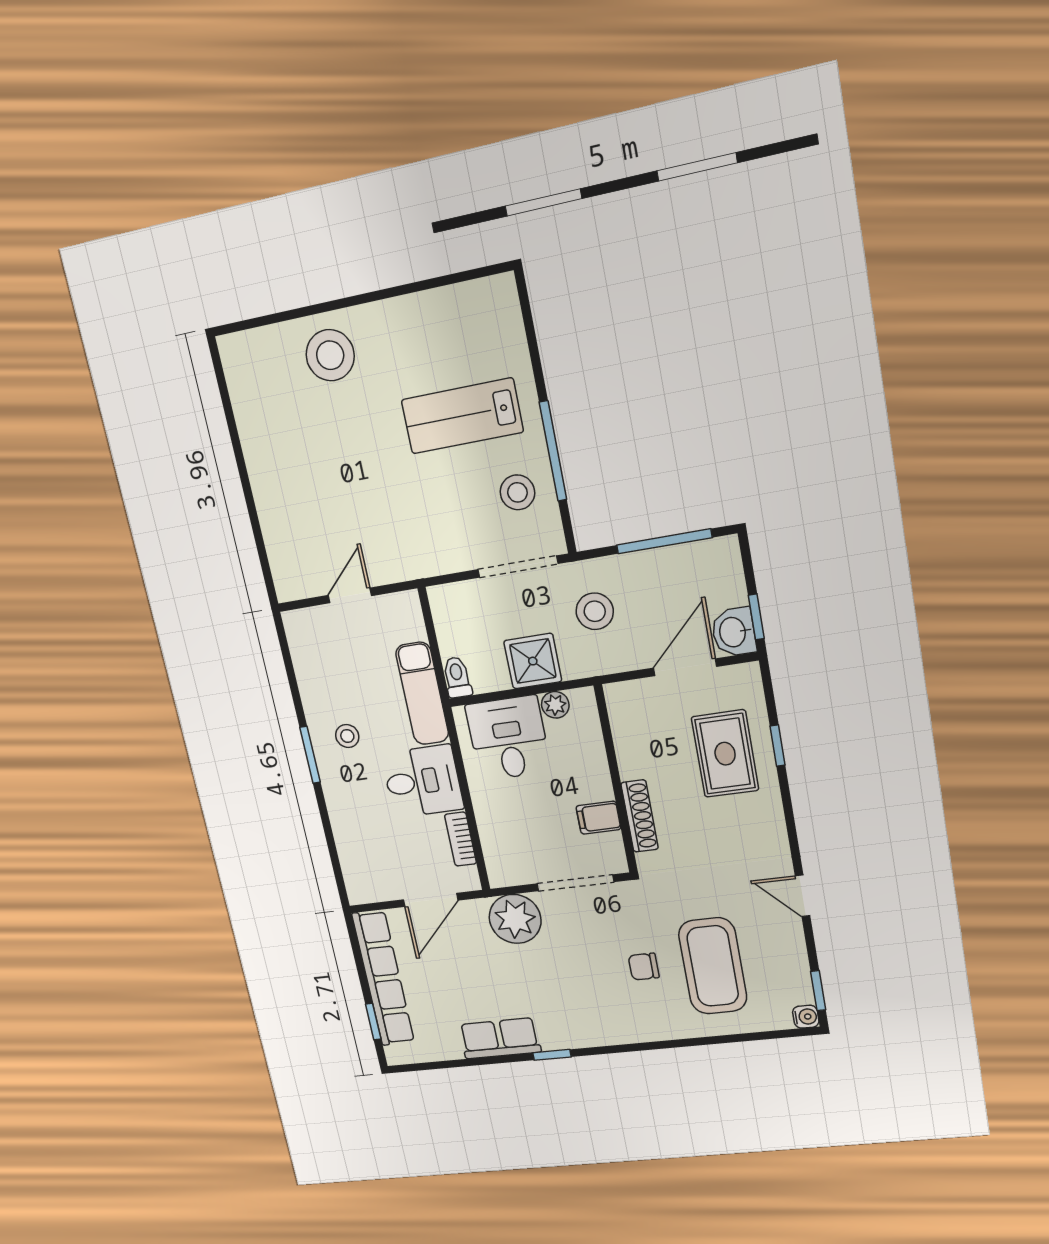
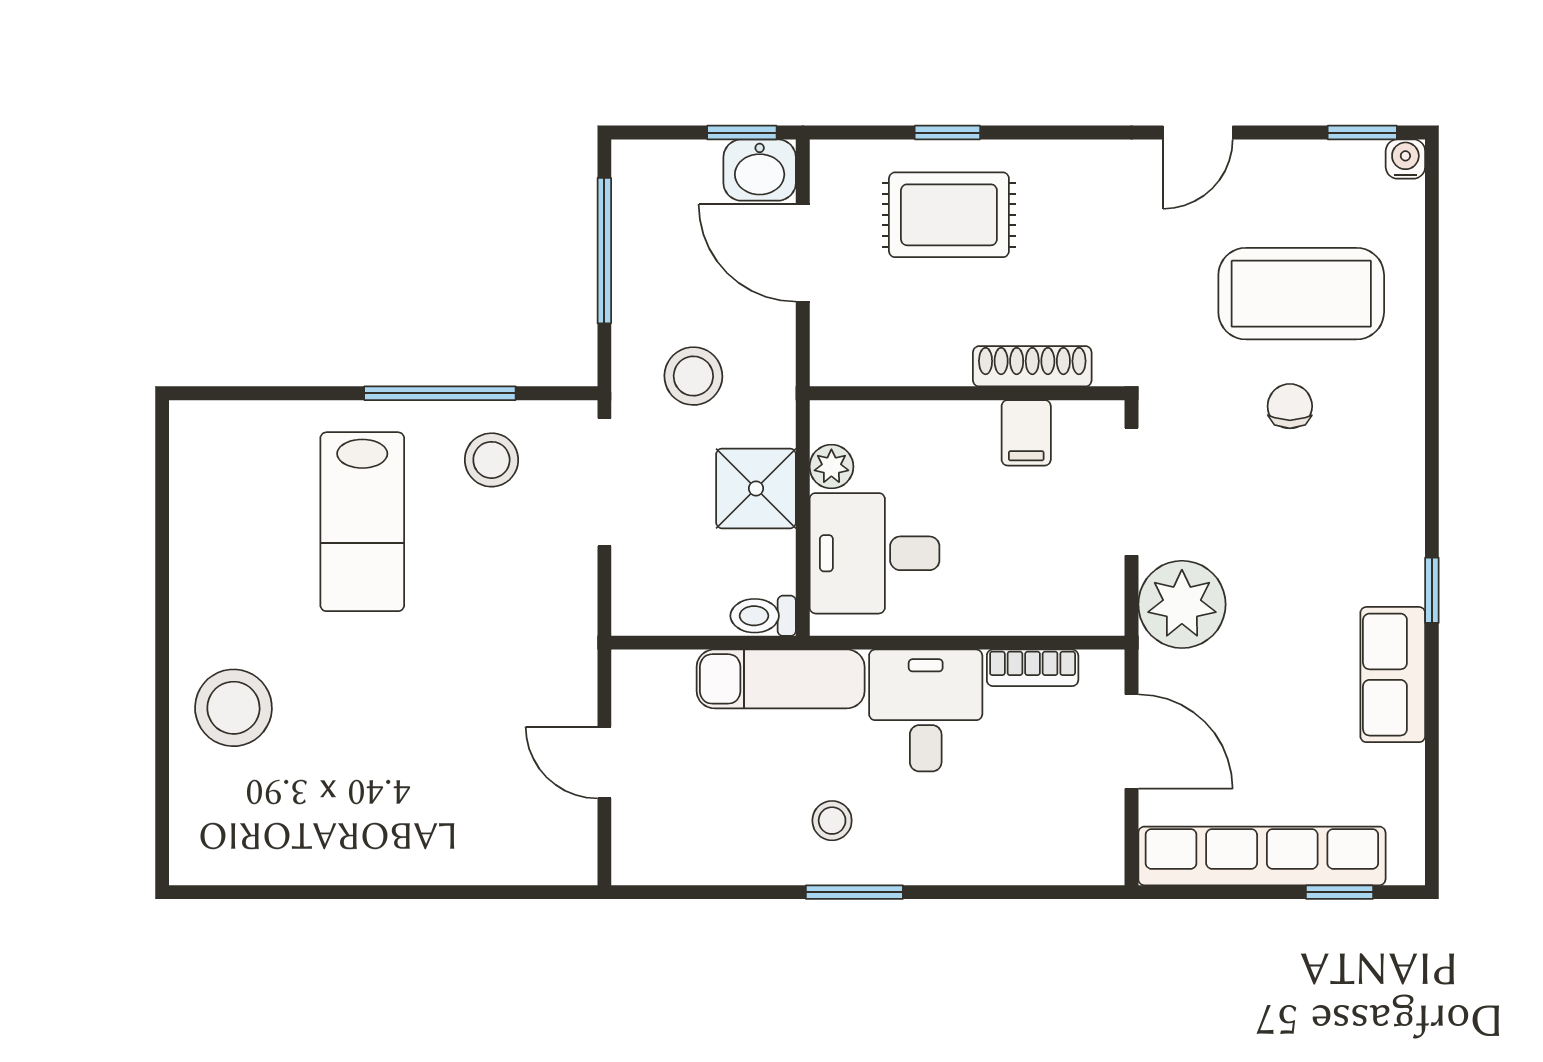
chair: (644, 967) -> (1290, 406), turned 180

